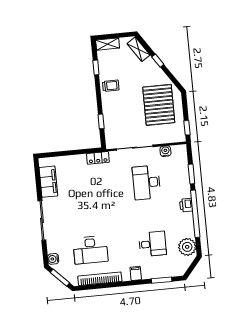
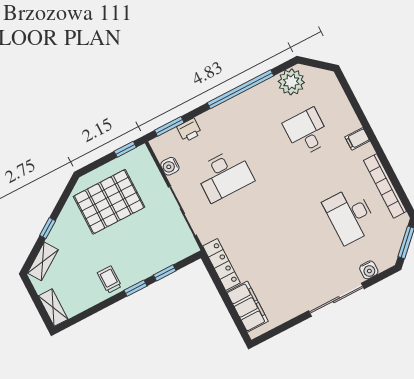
window: (96, 68) -> (136, 288), moved
locker: (98, 158) -> (221, 264), width x1.53
window: (191, 174) -> (169, 126), moved
filing cabinet: (48, 182) -> (247, 307), moved, turned 90
printer: (186, 205) -> (189, 130), moved
desk: (90, 250) -> (350, 215), turned 180
water cooler: (53, 259) -> (369, 270), moved
window: (162, 280) -> (352, 99), removed

